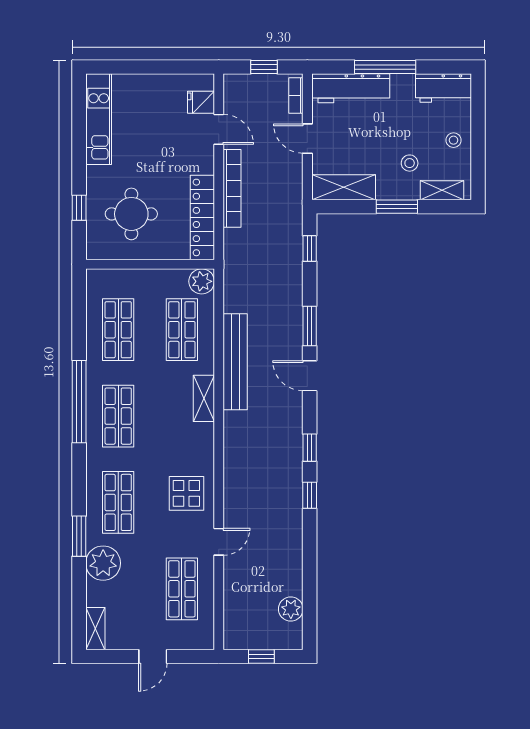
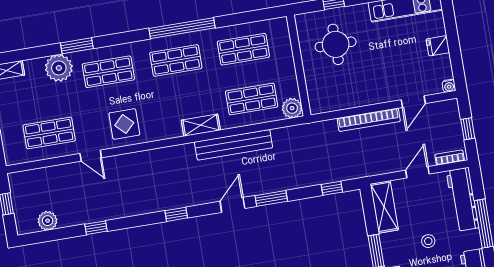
water cooler: (207, 81) -> (449, 86), added
fridge: (201, 102) -> (438, 46), moved, turned -90
stool: (410, 163) -> (428, 241), moved
locker: (202, 217) -> (342, 100), removed
window: (310, 495) -> (96, 228), moved

